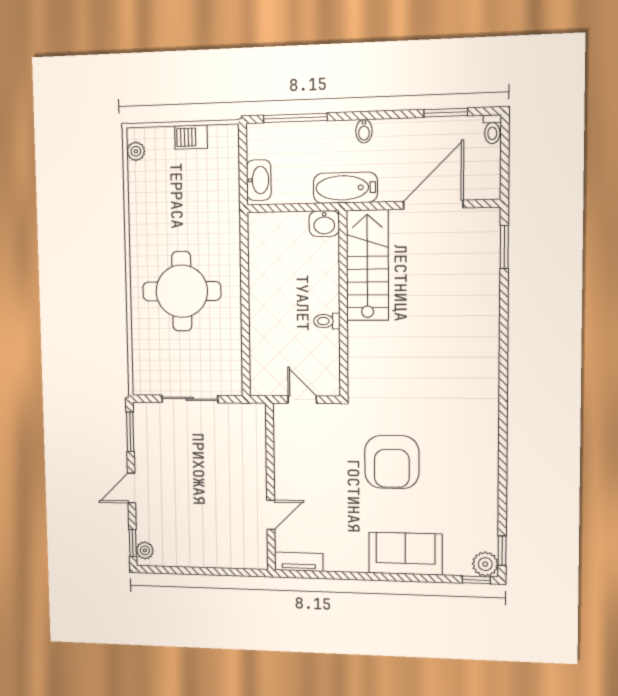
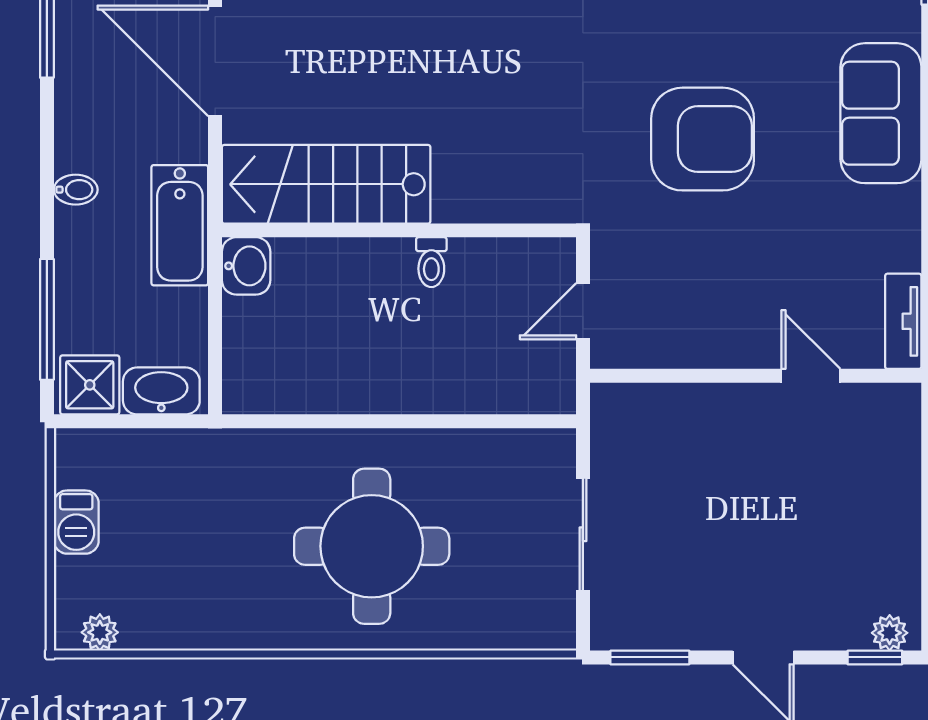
shower: (261, 142) -> (90, 385), added

